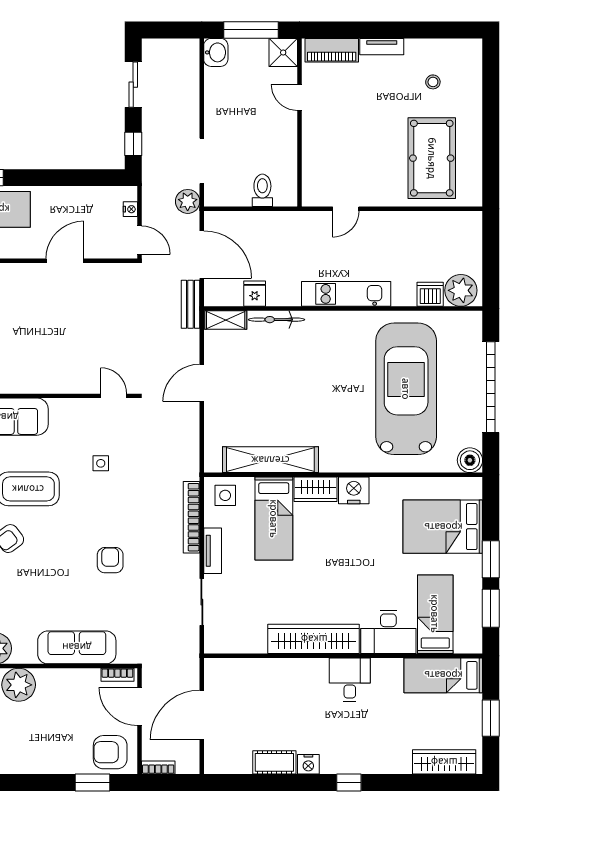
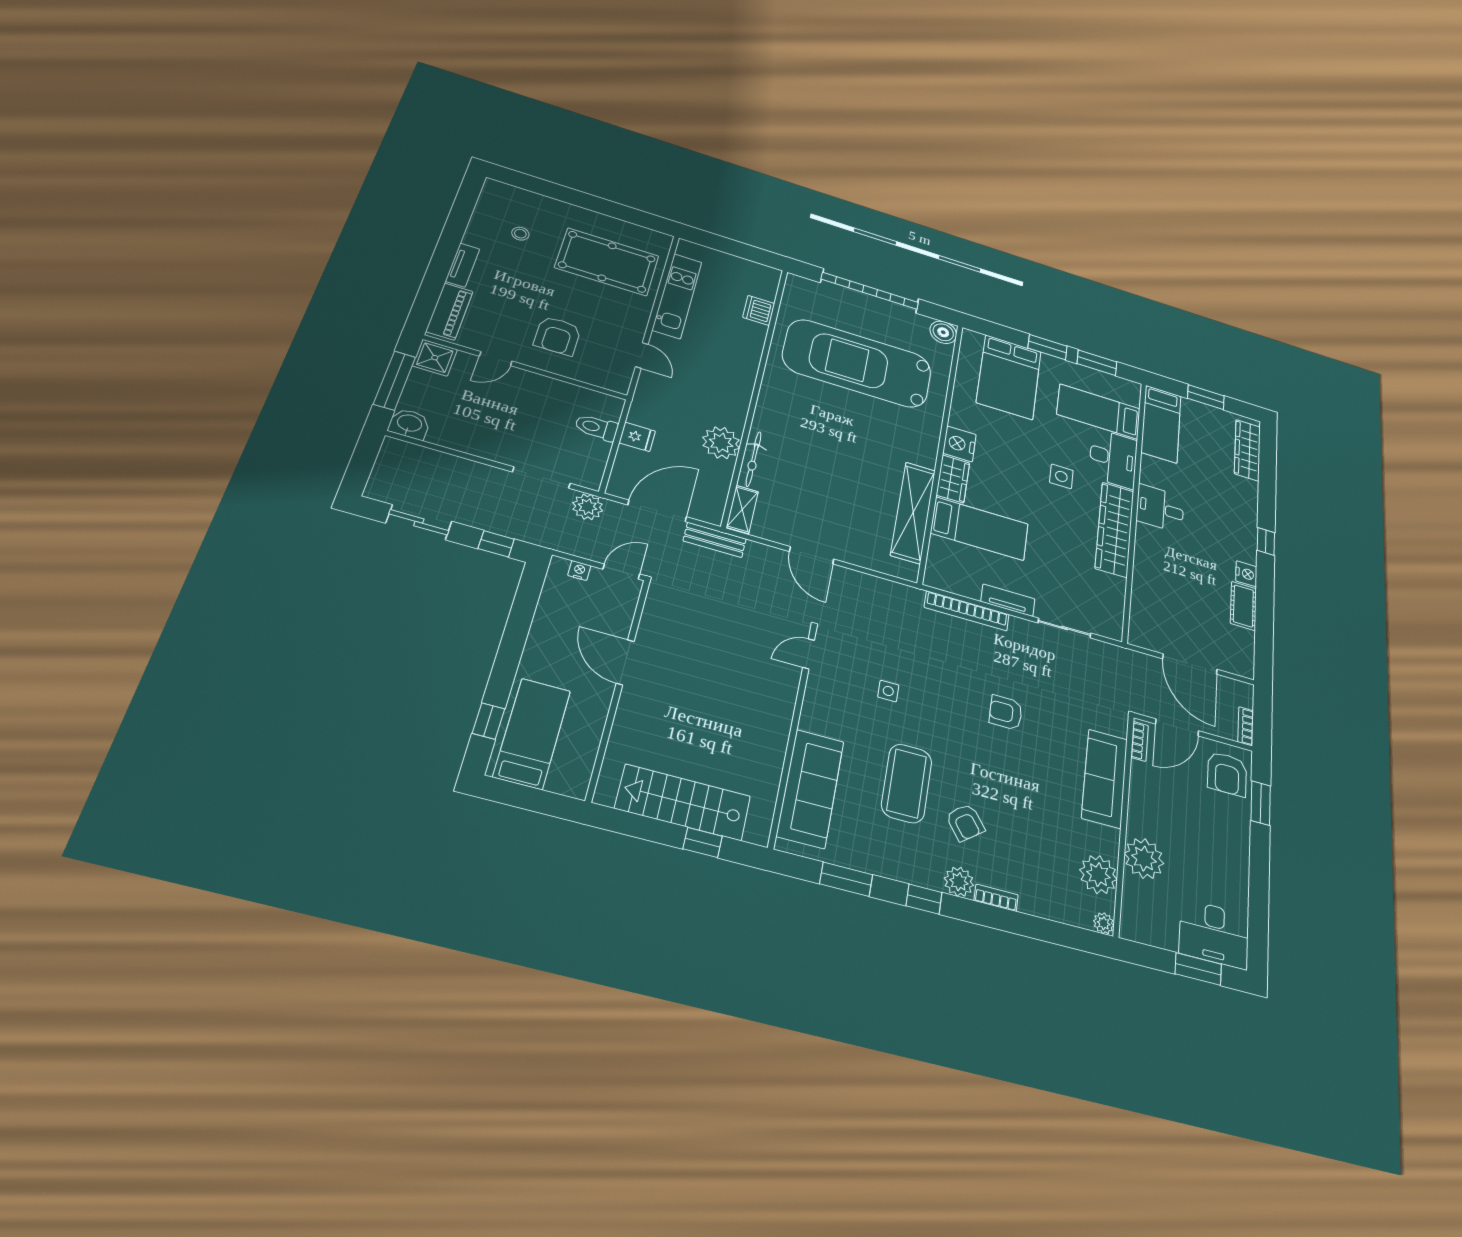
armchair: (340, 138) -> (557, 336), added
plant: (461, 290) -> (721, 443), moved
fridge: (255, 294) -> (637, 437), moved, turned 180
kitchen unit: (346, 294) -> (677, 296), moved, turned 180
side table: (225, 495) -> (1061, 476), moved

